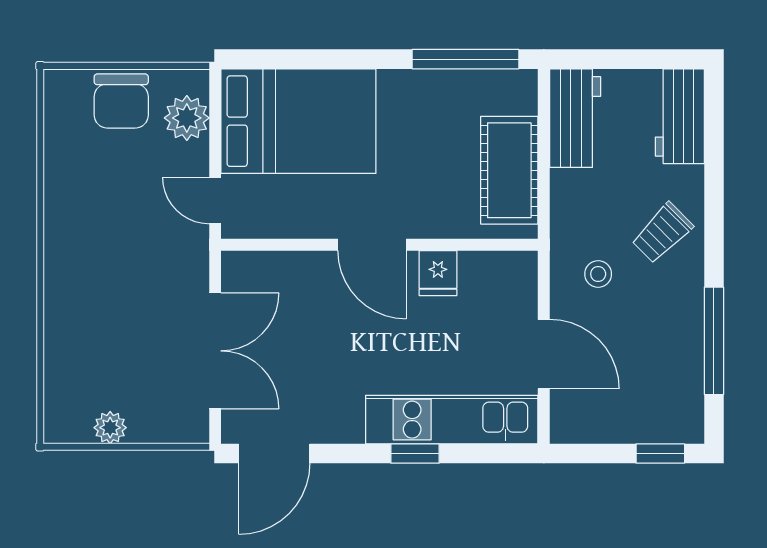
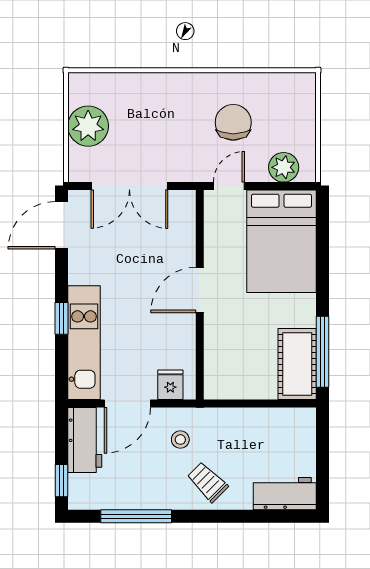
chair: (121, 101) -> (233, 122), moved, turned 90
workbench: (575, 118) -> (85, 440), moved, turned -90
cot: (509, 170) -> (297, 364), moved, turned 90
fridge: (438, 273) -> (170, 385), moved, turned 90
plant: (110, 428) -> (88, 126), width x1.88, depth x1.88
door: (274, 454) -> (62, 225), hinge flipped

